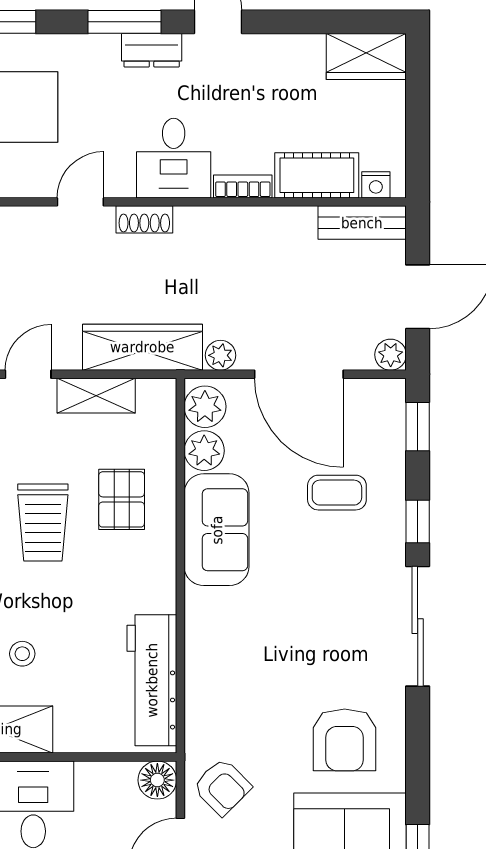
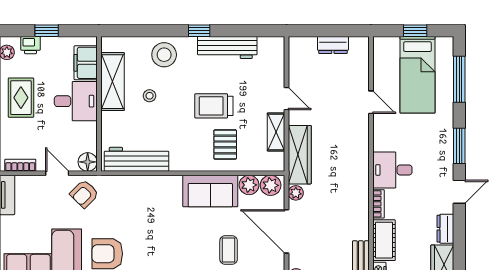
dresser: (152, 50) -> (445, 229), moved
door: (80, 202) -> (371, 102), moved
shoe rack: (144, 219) -> (362, 156), removed
door: (299, 374) -> (287, 231), hinge flipped
pallet: (122, 499) -> (225, 144), turned 90

